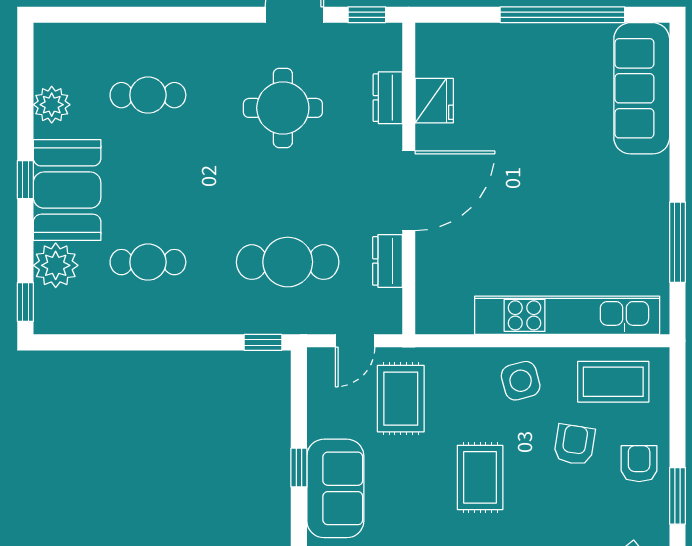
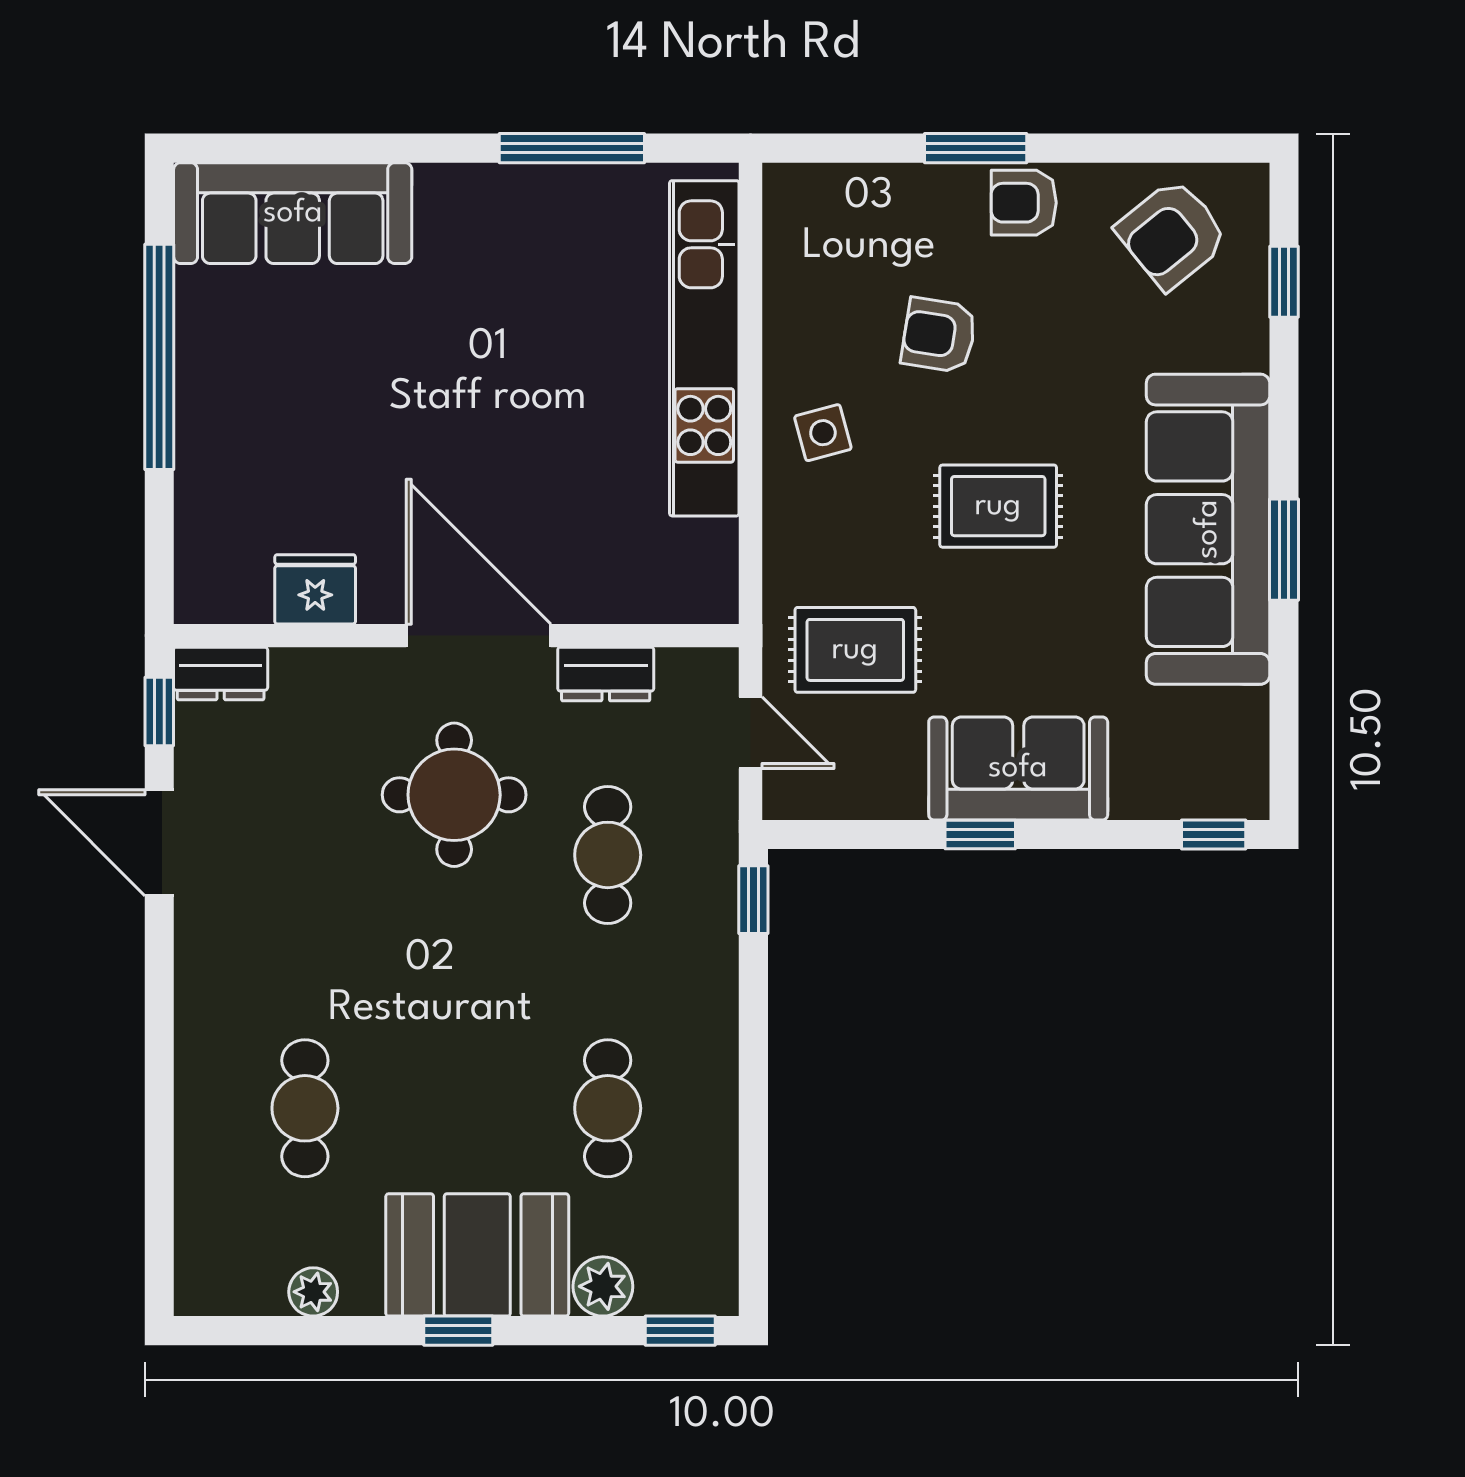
dresser: (388, 98) -> (221, 673), moved
plant: (52, 105) -> (313, 1292), width x0.73, depth x0.73
round table: (283, 108) -> (454, 795), moved
cafe table: (288, 262) -> (608, 855), width x0.73, depth x0.74
plant: (56, 265) -> (603, 1286), width x0.73, depth x0.73
side table: (521, 381) -> (823, 433), width x0.73, depth x0.73
coffee table: (613, 382) -> (825, 265), removed
armchair: (639, 464) -> (1024, 203), moved
window: (677, 496) -> (976, 148), moved

